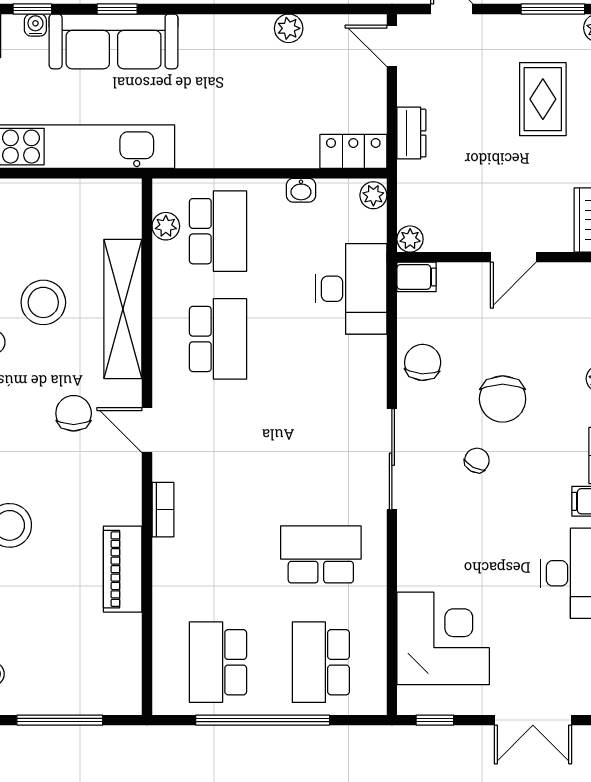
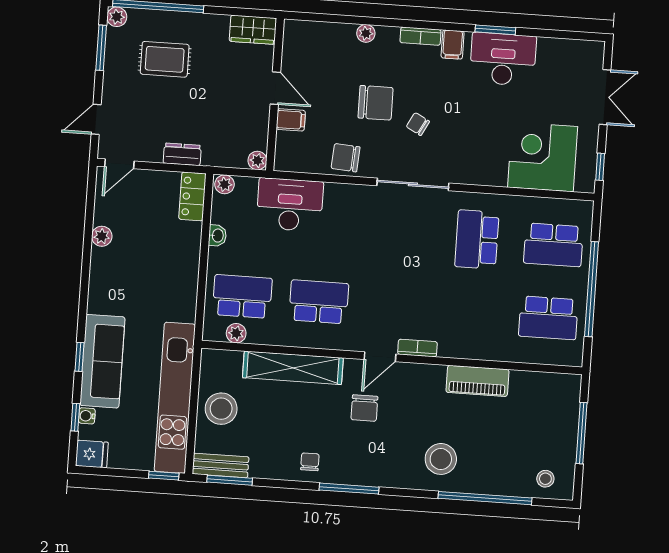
filing cabinet: (416, 277) -> (291, 120), moved, turned 90
stool: (43, 302) -> (221, 409), moved
chair: (74, 413) -> (364, 408), turned -90
bookcase: (163, 510) -> (417, 348), moved

